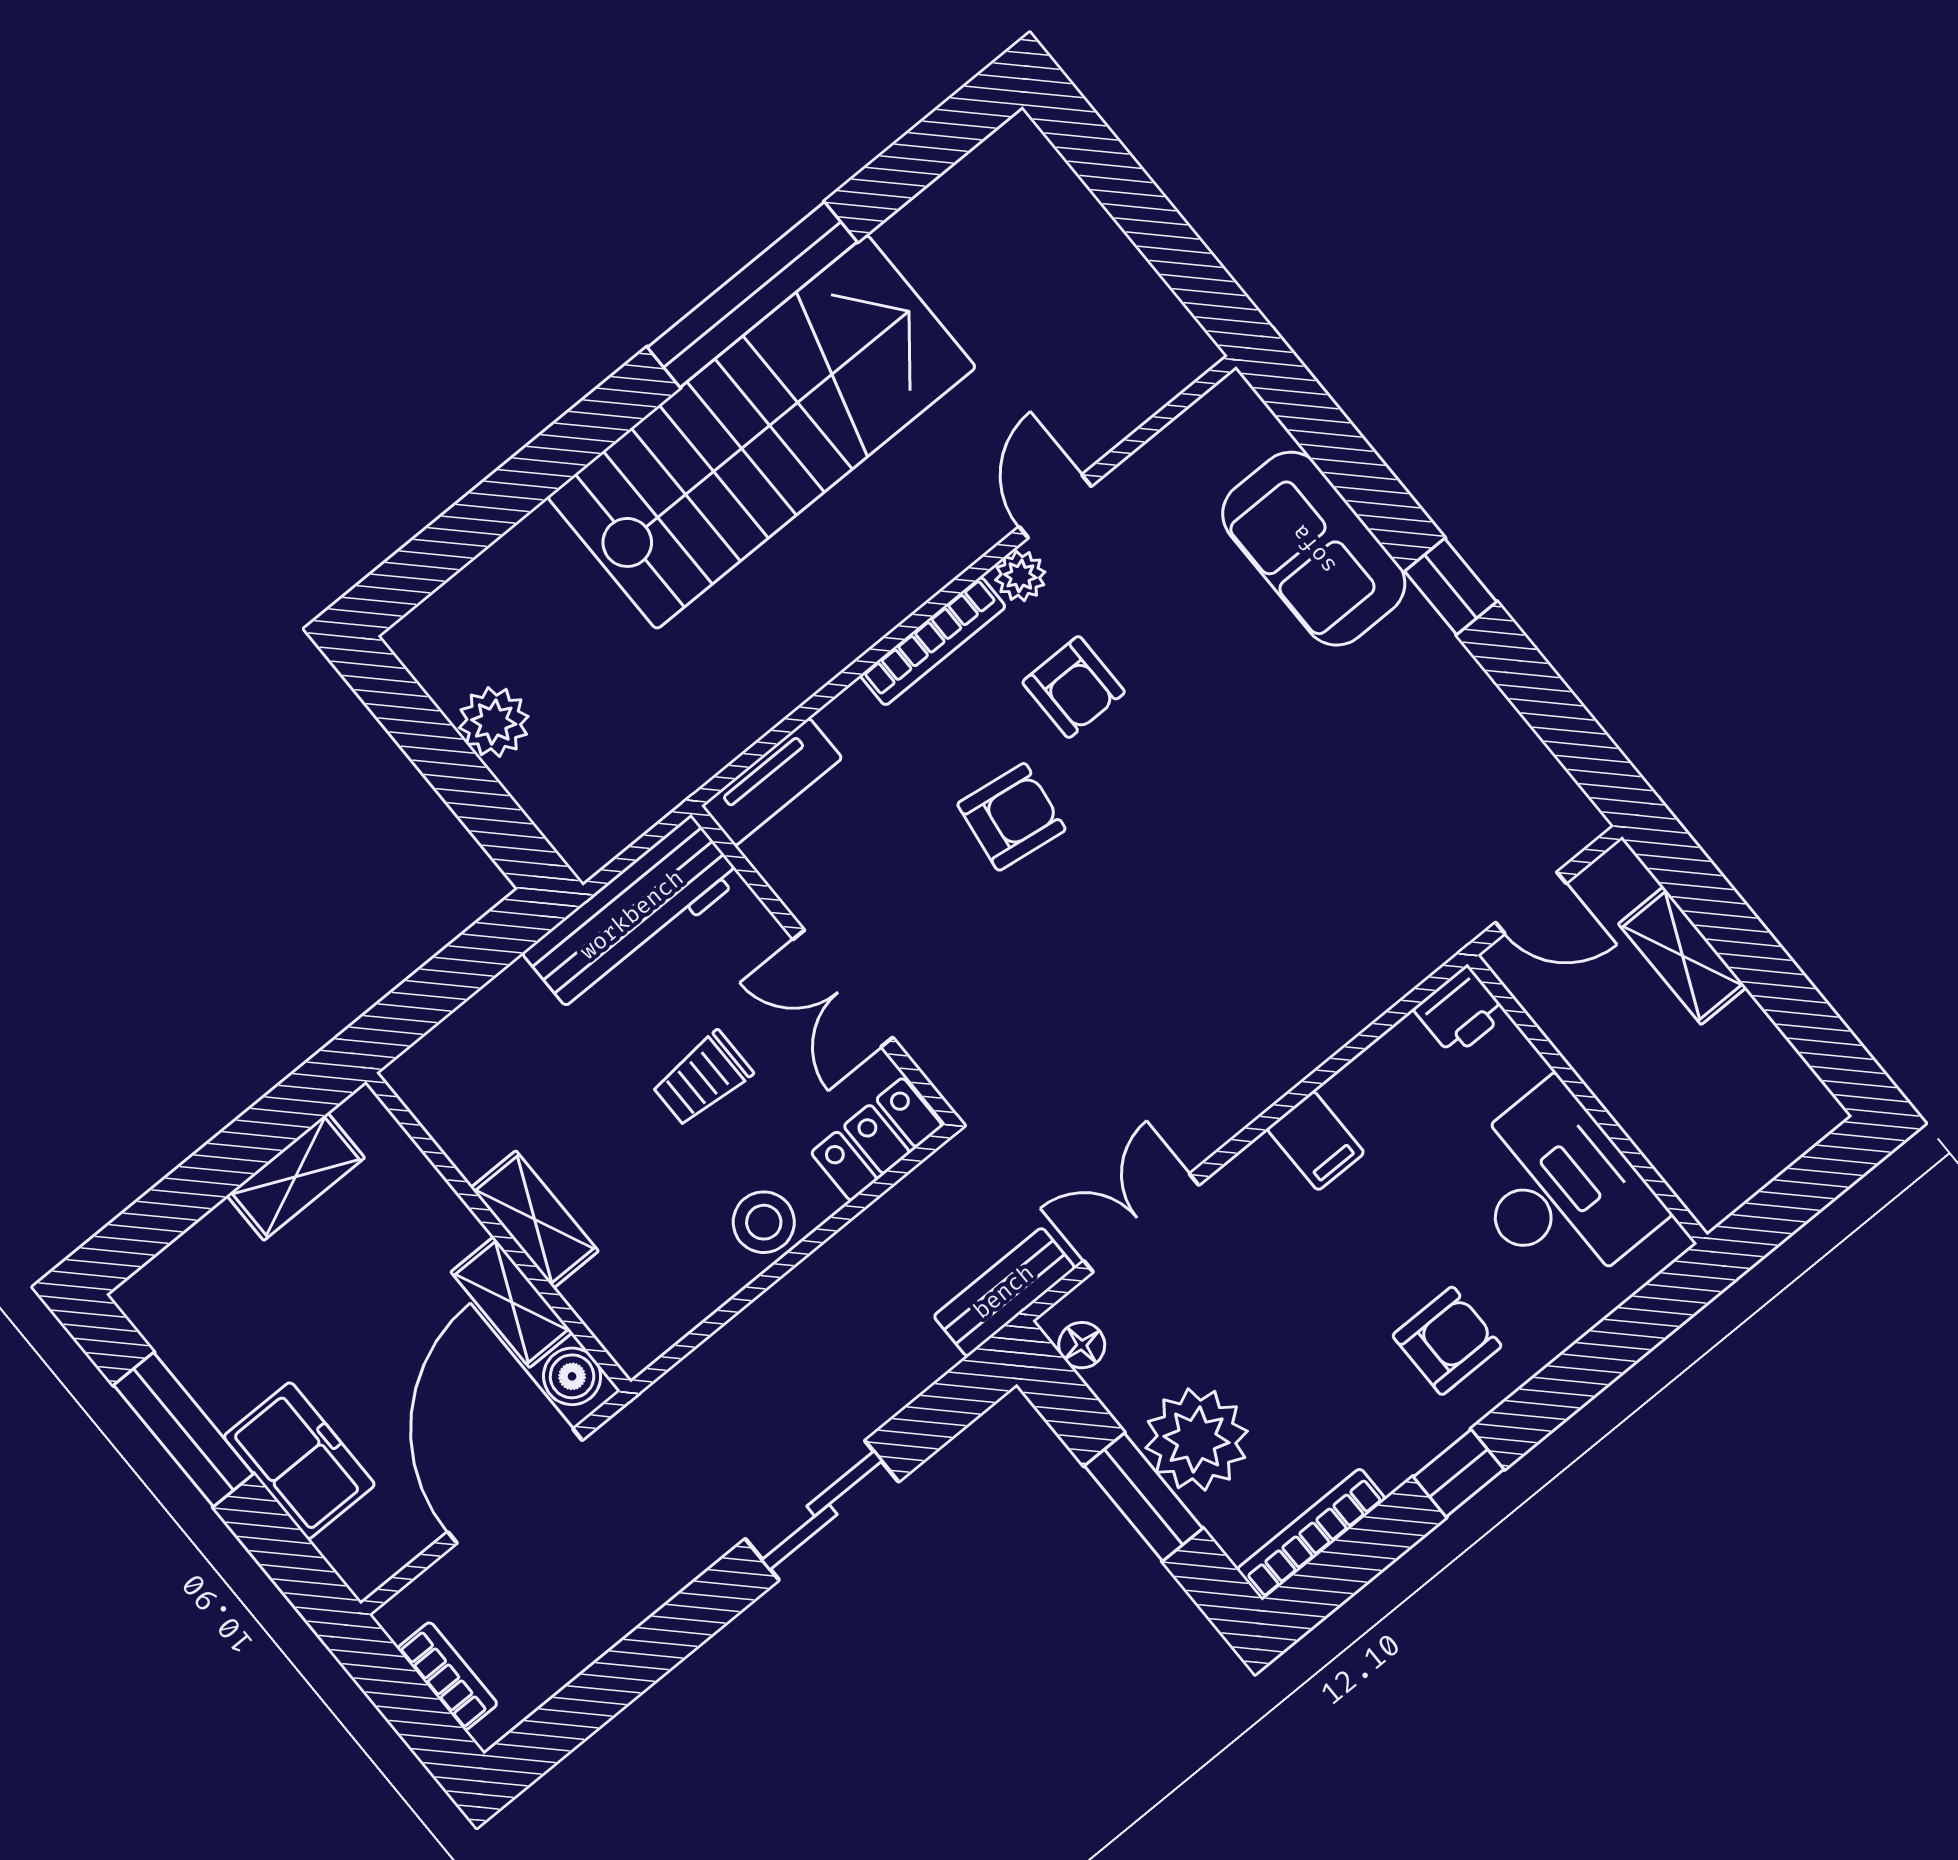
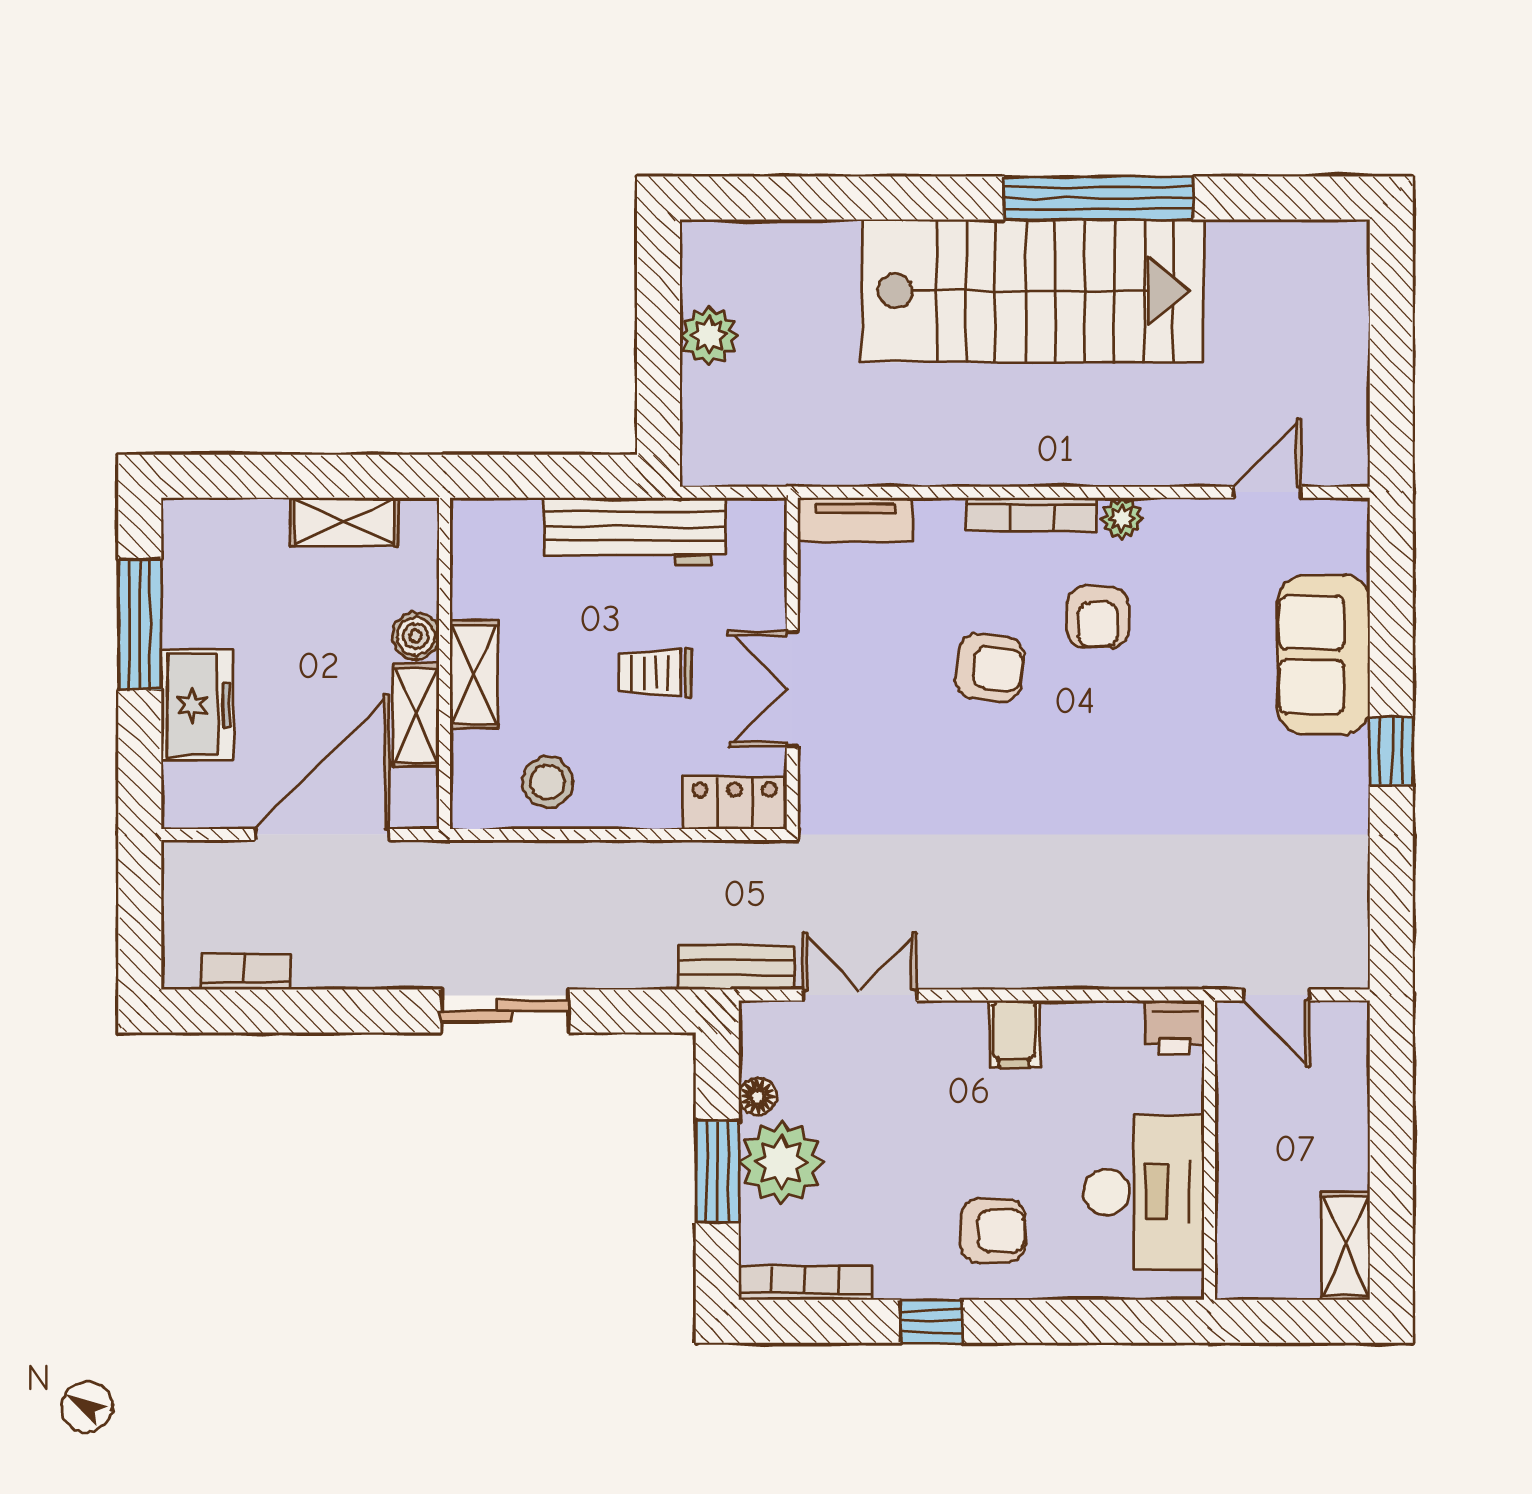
door: (1055, 506) -> (1267, 492), moved
workbench: (632, 915) -> (635, 532), moved
shelving: (1682, 956) -> (1346, 1246), moved
stool: (764, 1222) -> (548, 782), moved
floor lamp: (1082, 1345) -> (758, 1097), moved
boiler: (572, 1376) -> (416, 636), moved
bookcase: (447, 1676) -> (245, 972), moved, turned -90

